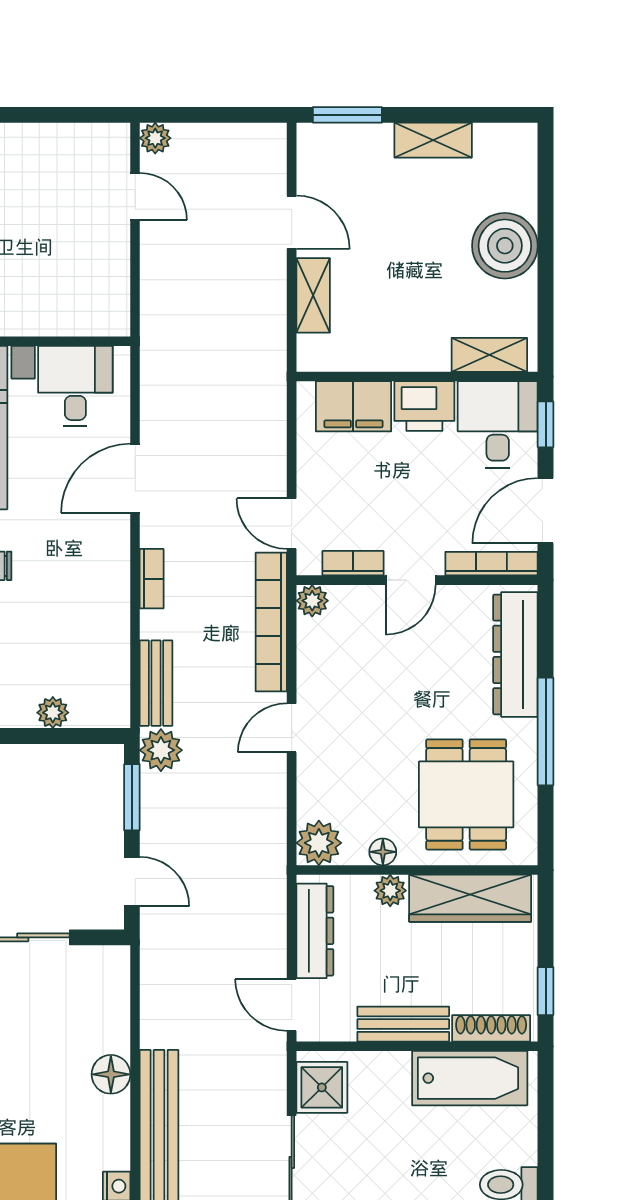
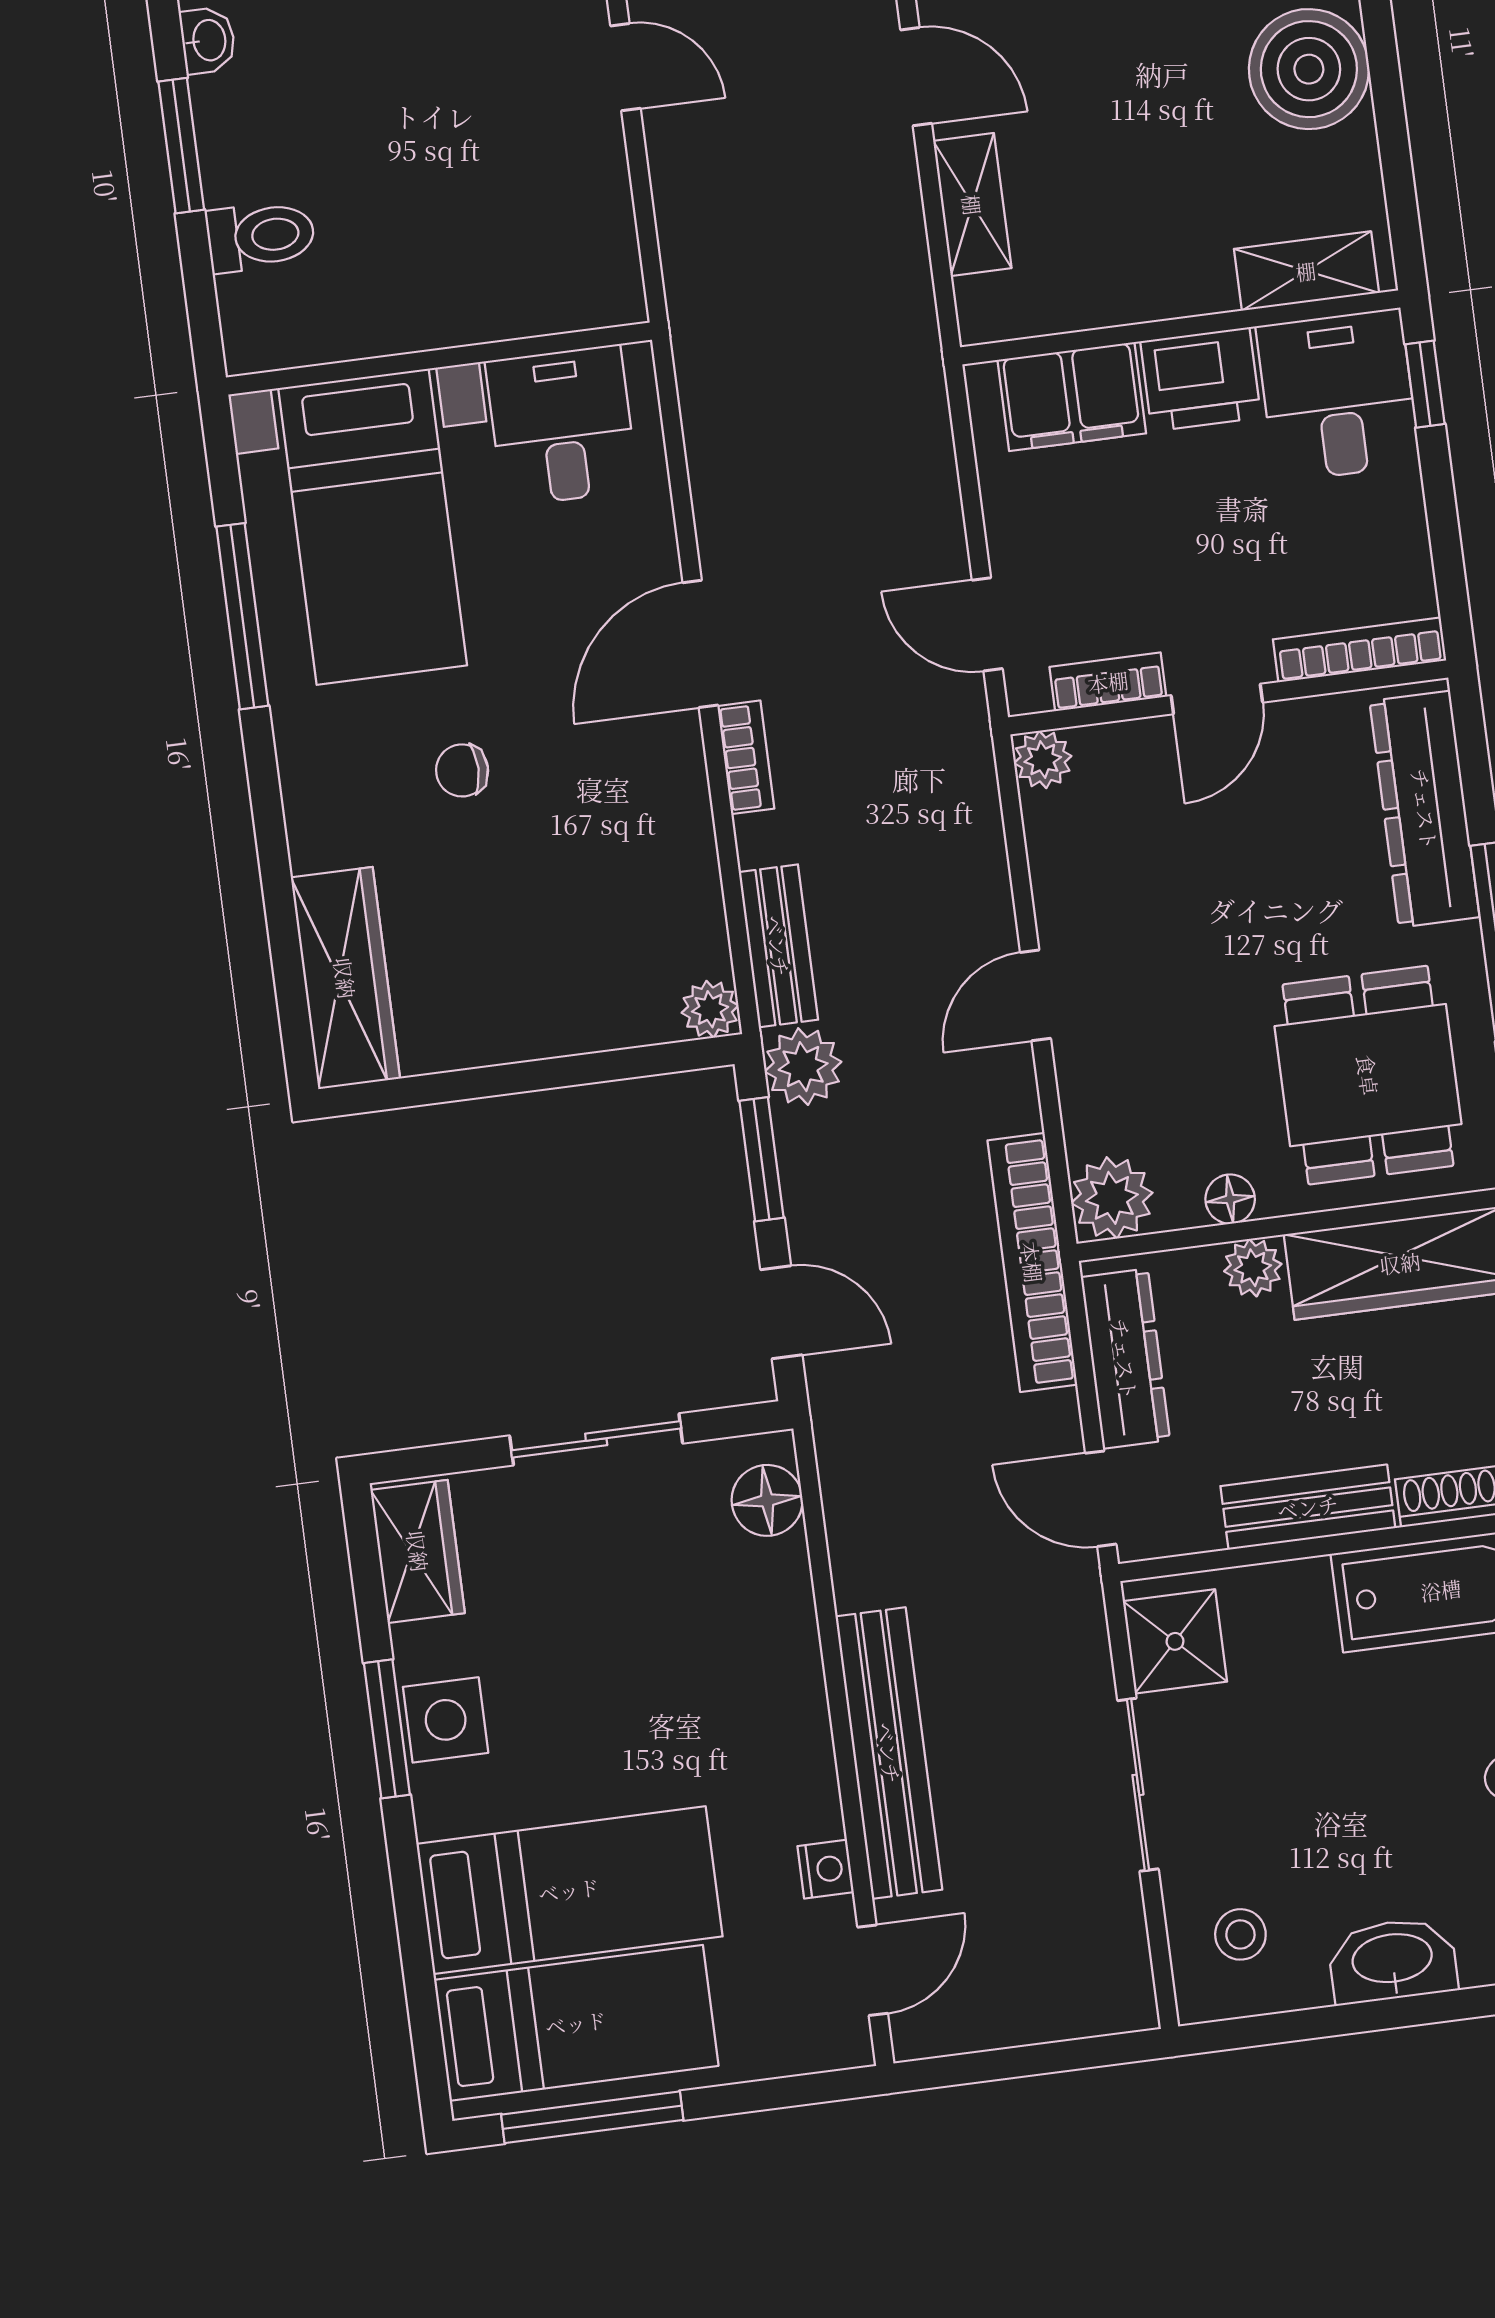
door: (135, 478) -> (700, 644), moved
door: (546, 511) -> (1445, 541), removed
bookcase: (271, 622) -> (1032, 1262), moved
plant: (53, 713) -> (710, 1009), moved
floor lamp: (111, 1074) -> (767, 1500), moved

